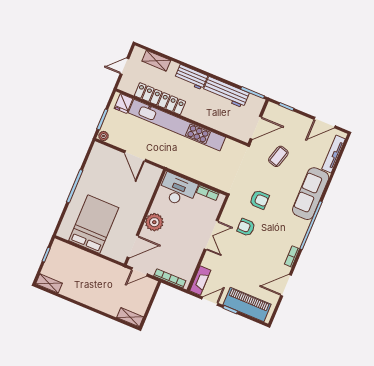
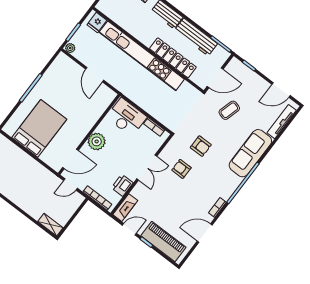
locker: (160, 99) -> (173, 58), moved
printer: (191, 259) -> (122, 185), added

